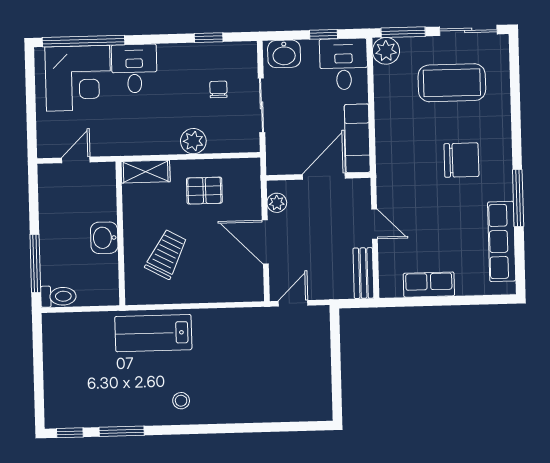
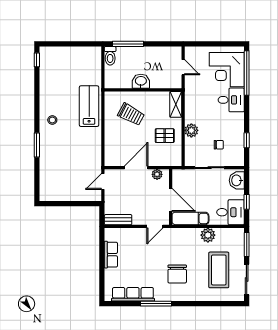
plant: (386, 51) -> (208, 235), moved
pallet: (204, 191) -> (165, 136), turned 90
door: (375, 224) -> (155, 226), moved
door: (293, 303) -> (103, 181), swing flipped
window: (122, 431) -> (37, 145), moved

